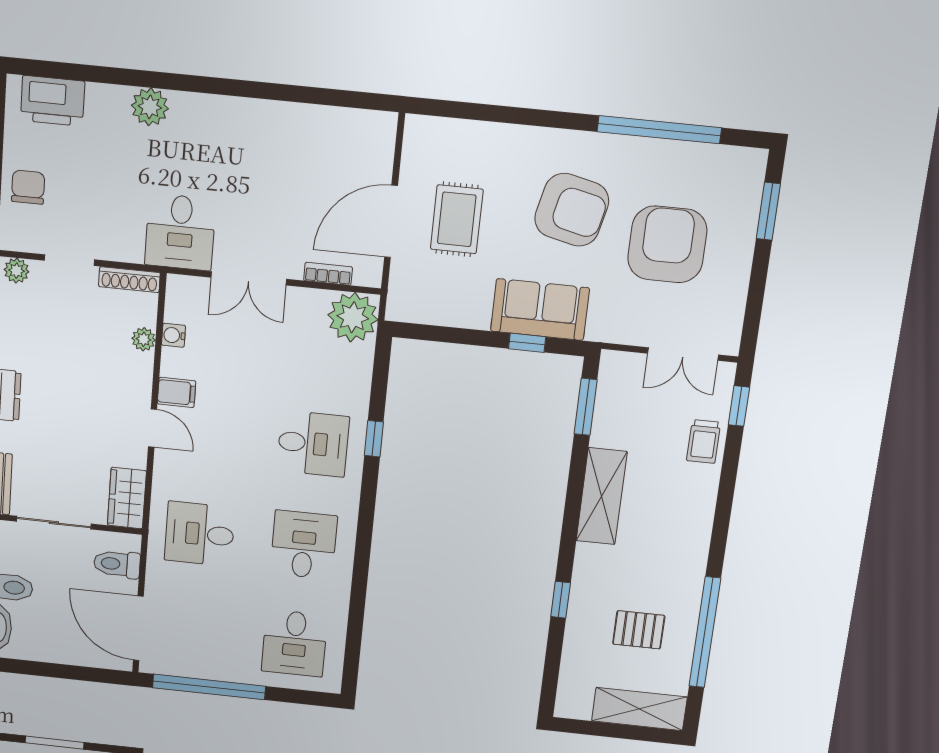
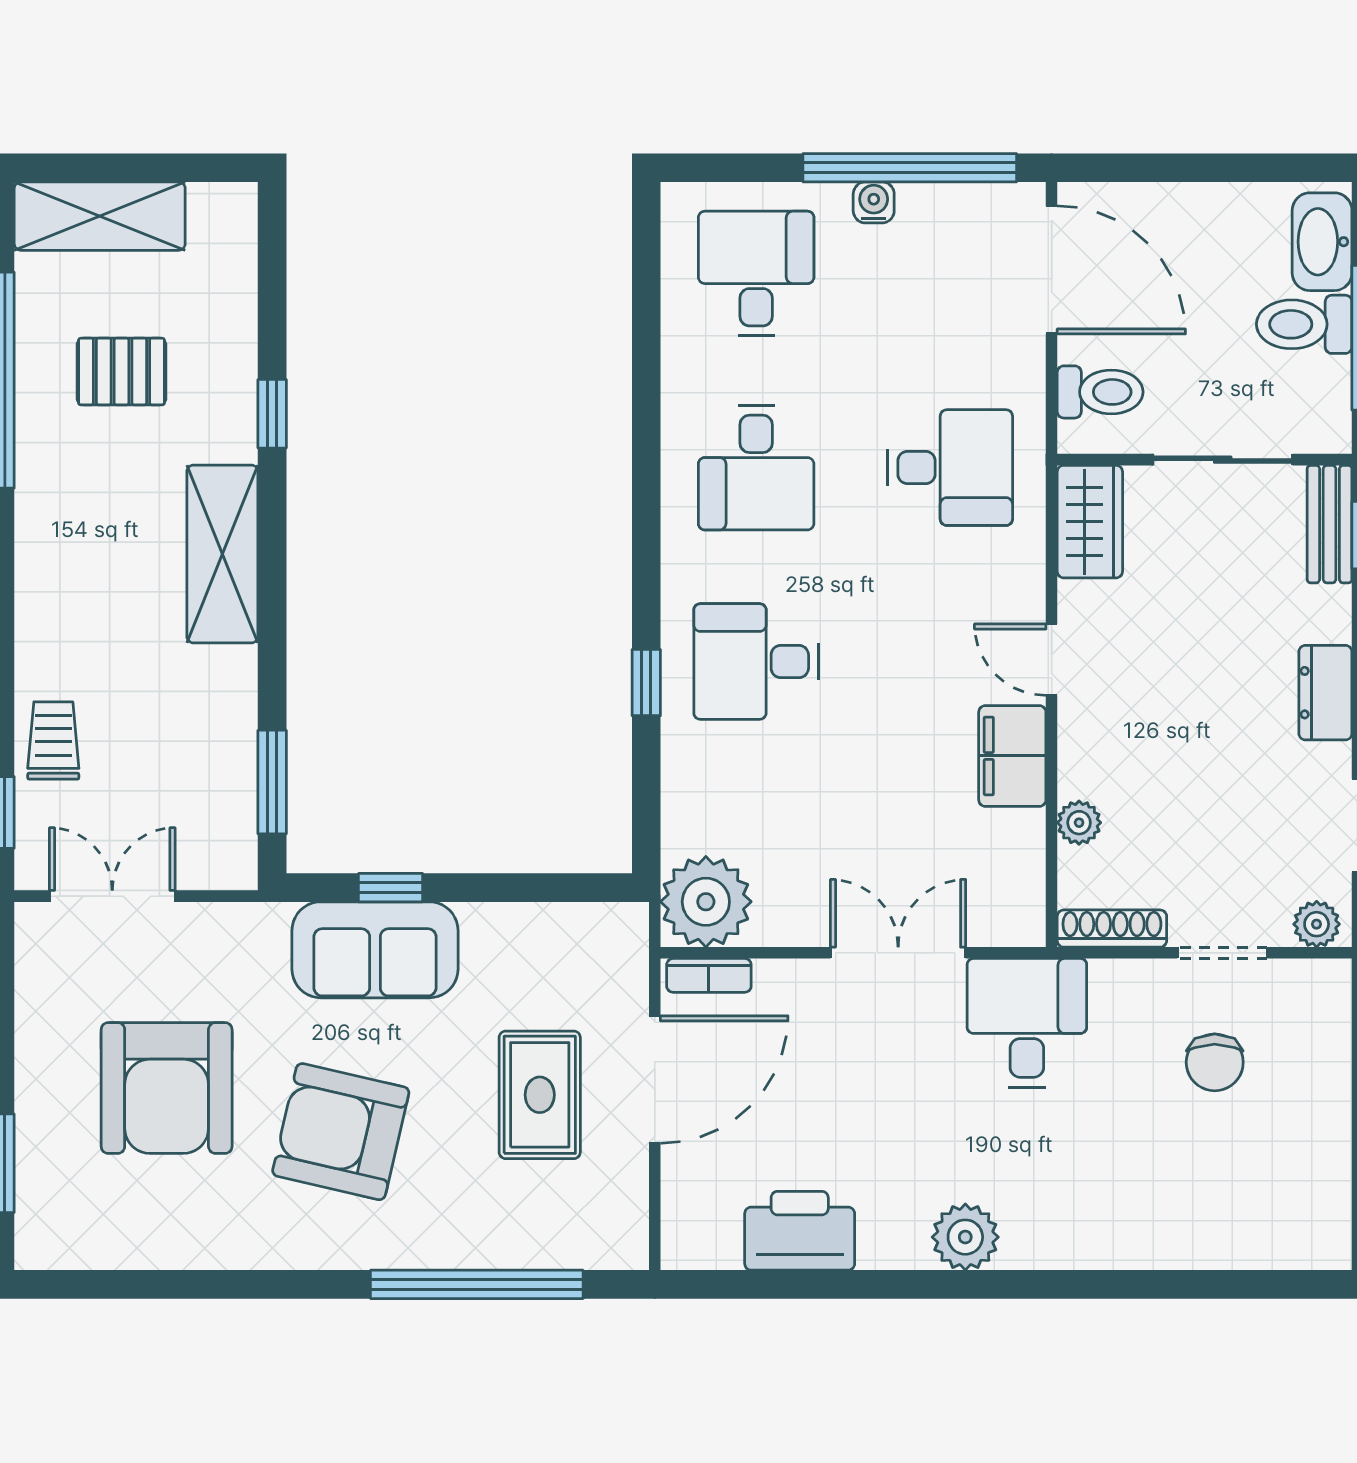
printer: (53, 101) -> (800, 1231), moved
plant: (150, 107) -> (965, 1237), moved
window: (659, 130) -> (477, 1284), moved
chair: (28, 187) -> (1215, 1062), moved
bookcase: (328, 274) -> (709, 975), moved
water cooler: (174, 335) -> (874, 202), moved, turned -90
filing cabinet: (177, 392) -> (1012, 756), width x2.00
shelving: (602, 496) -> (222, 554), moved

